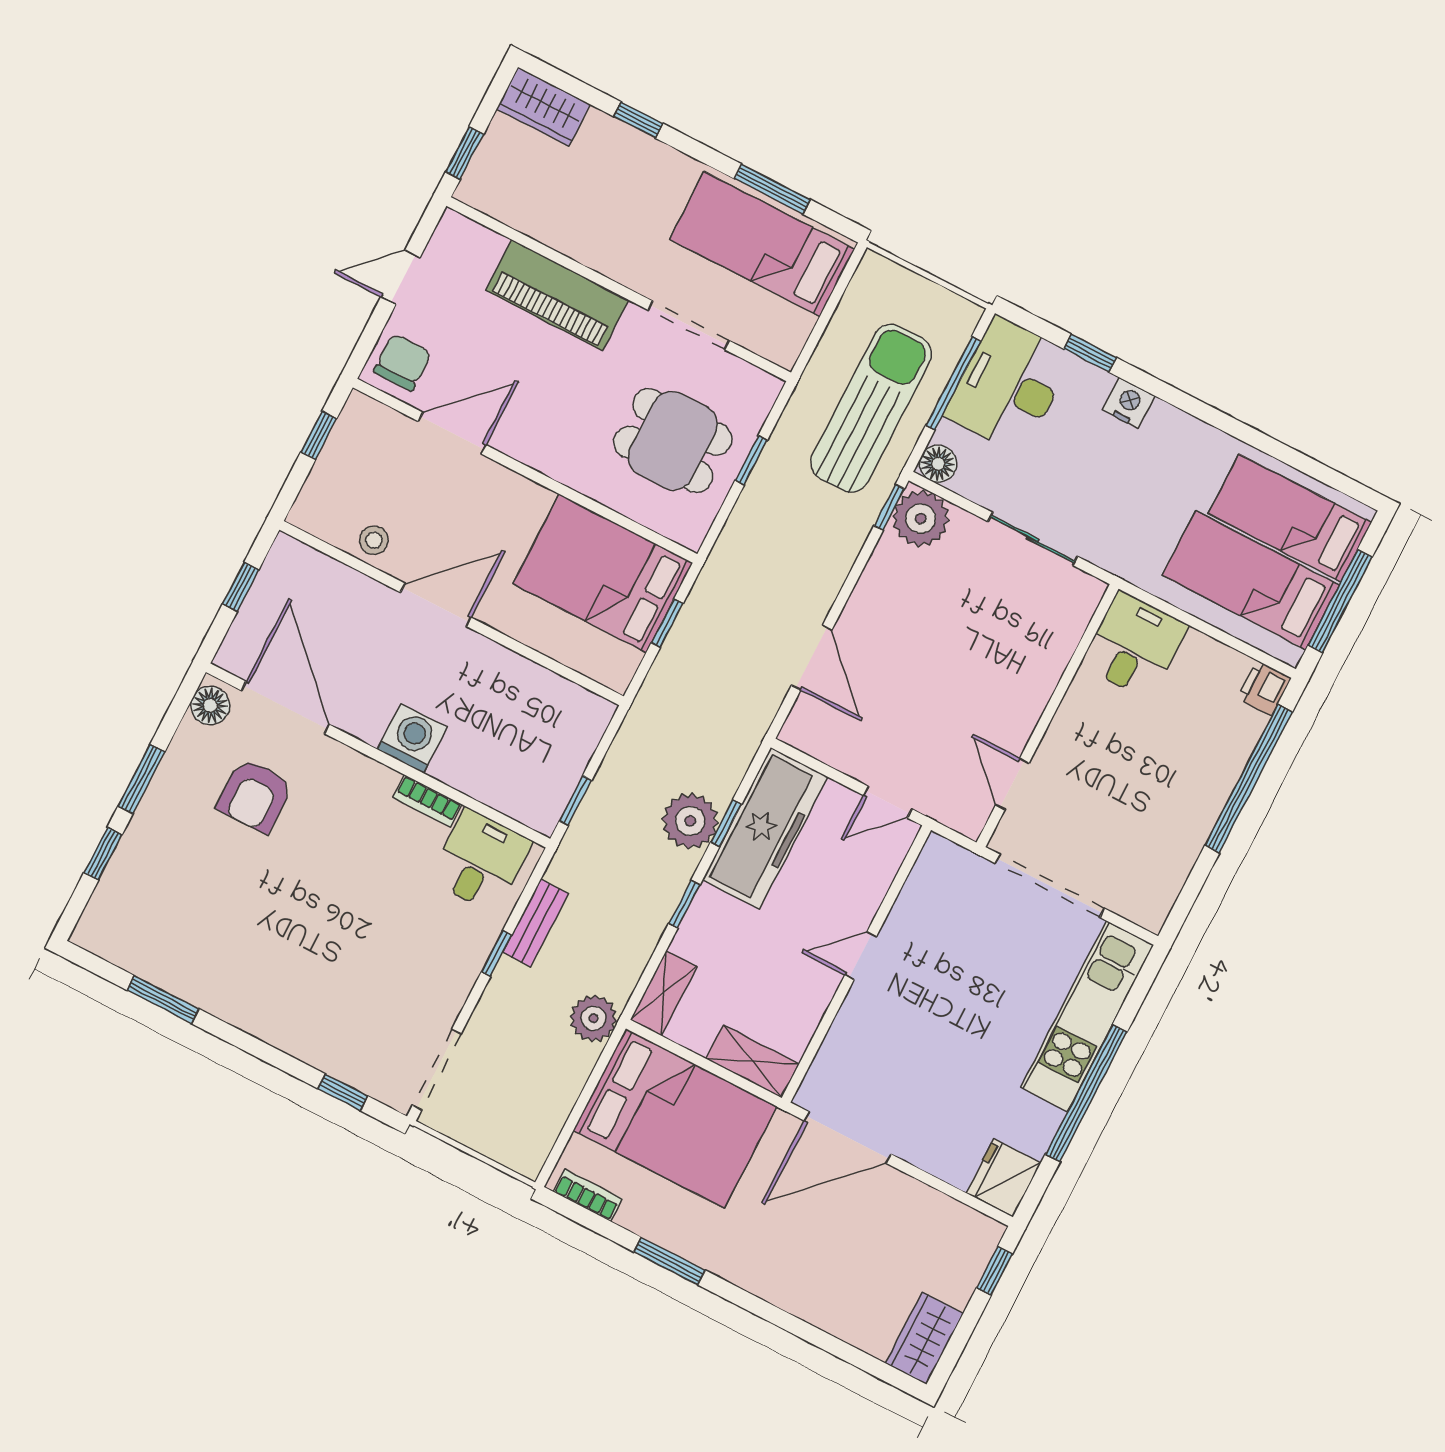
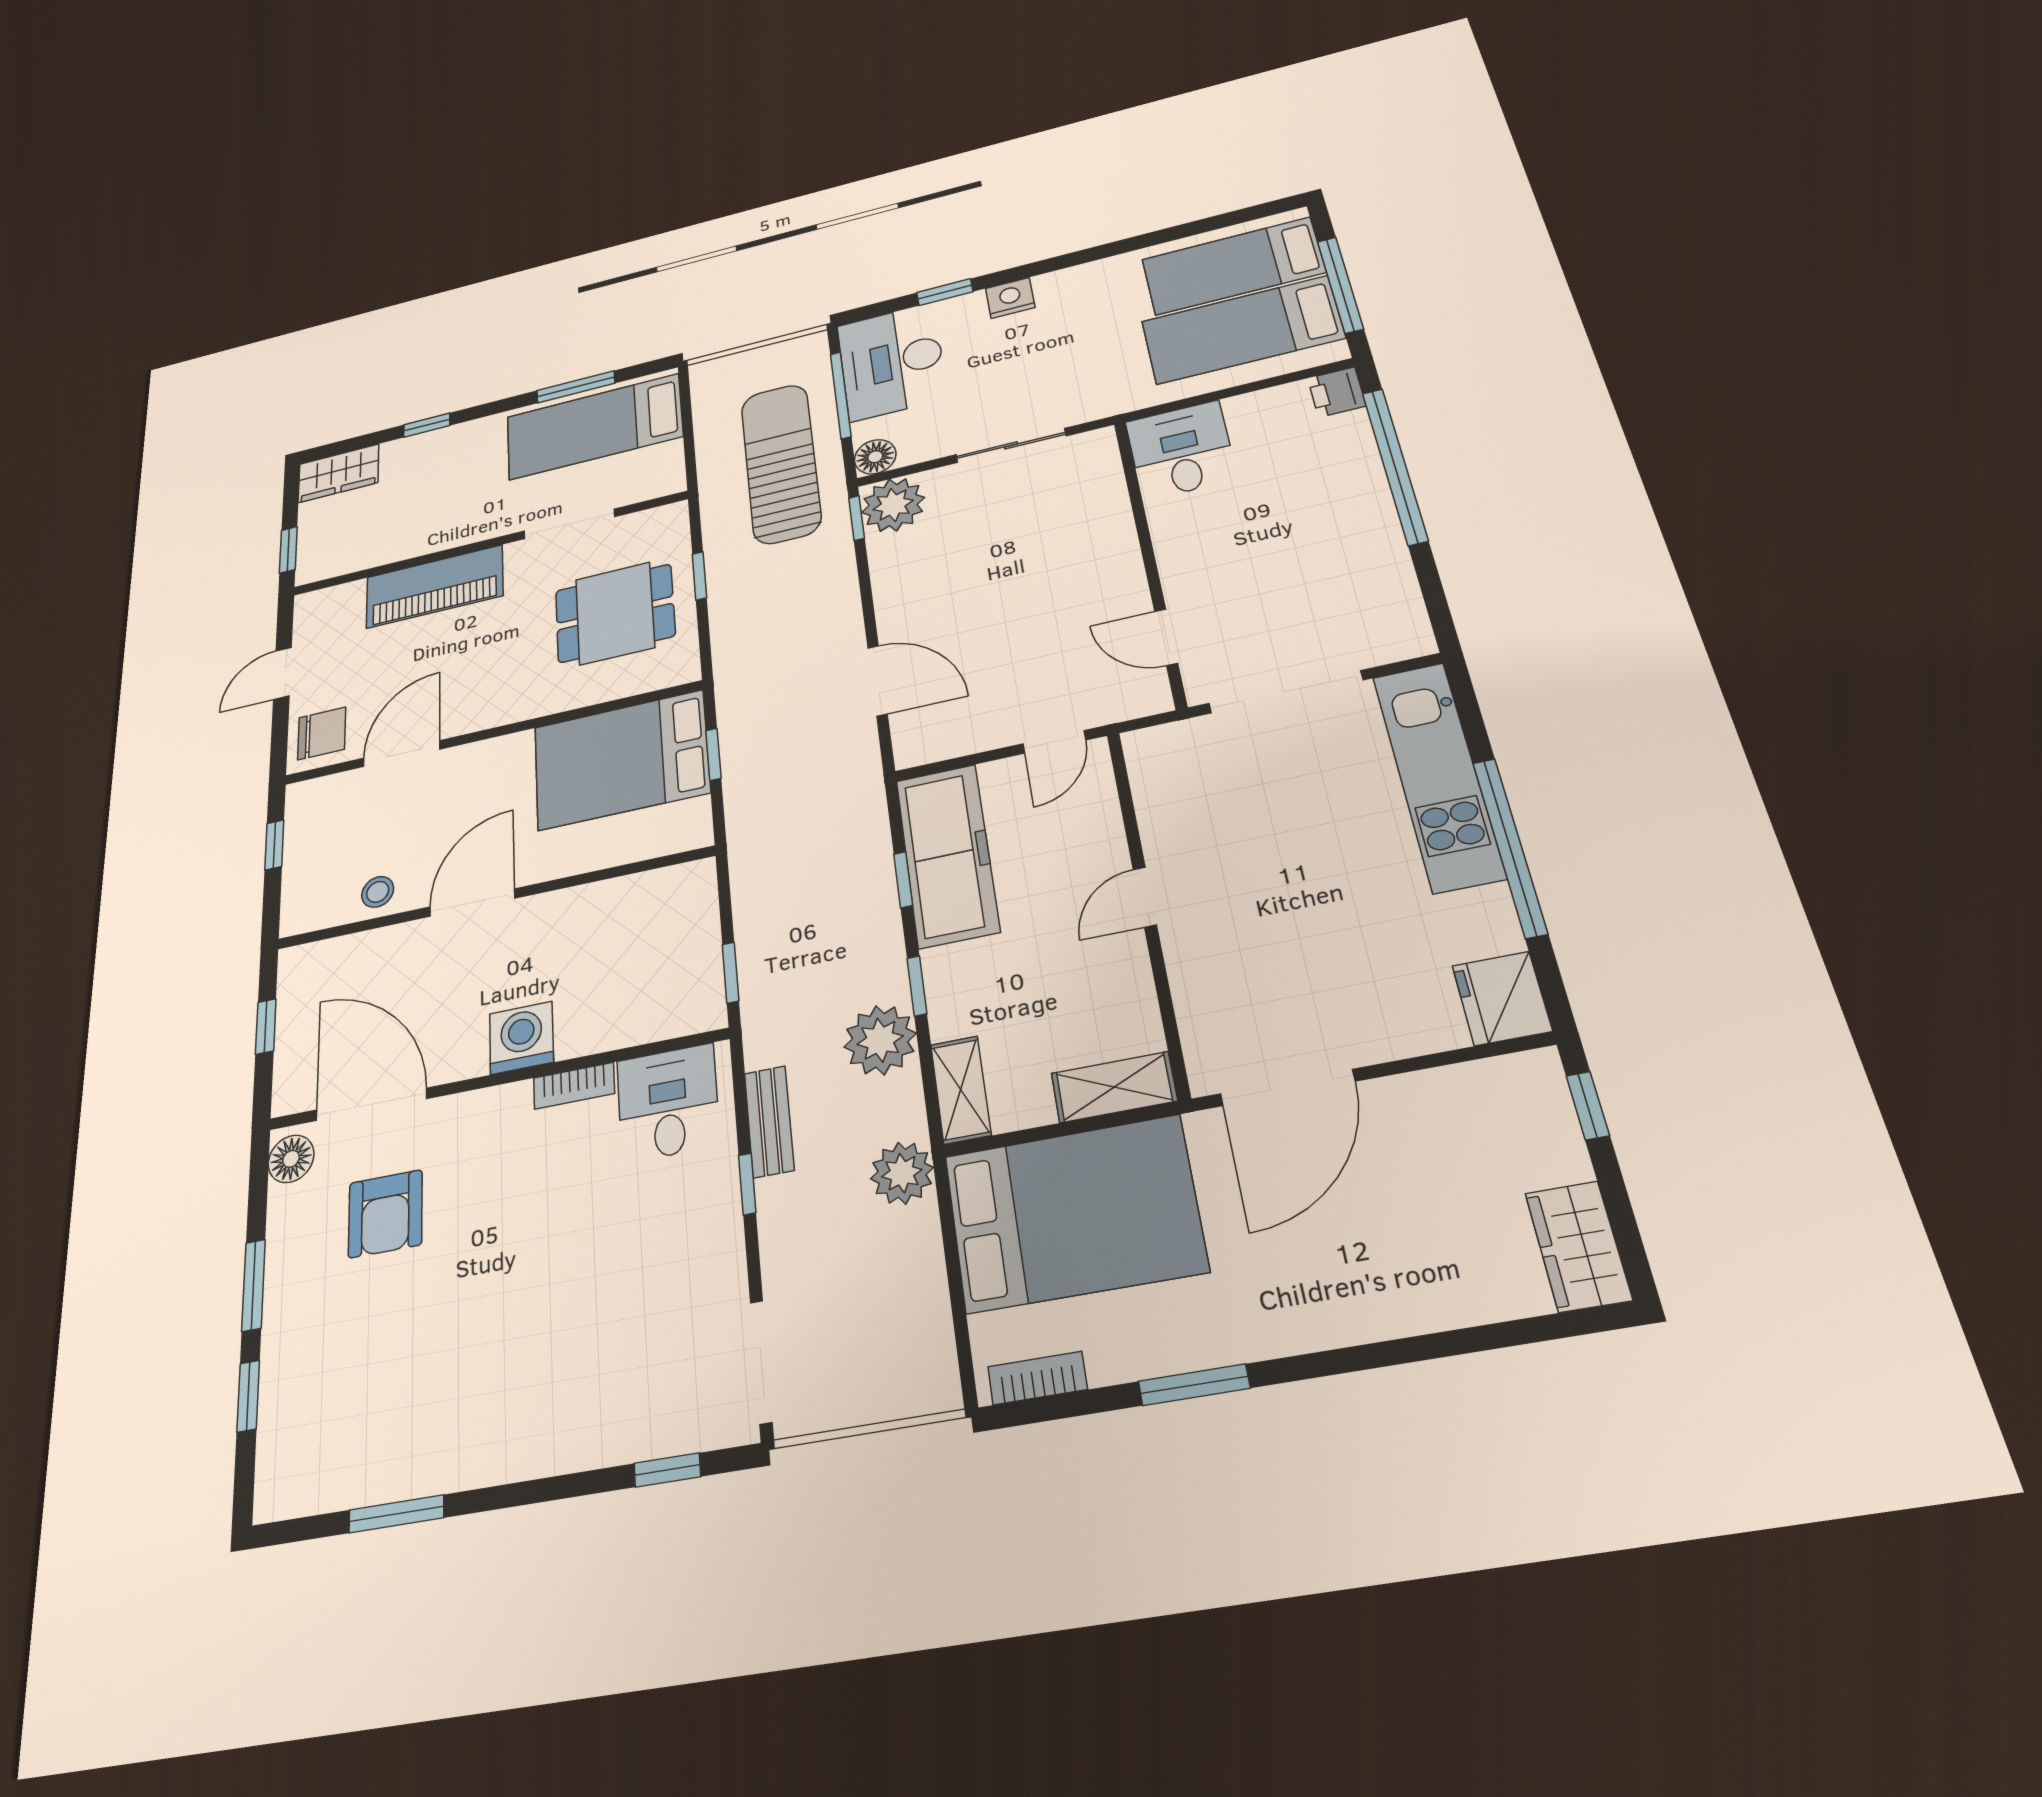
chair: (402, 362) -> (322, 733), turned 90
plant: (690, 821) -> (880, 1040), moved

